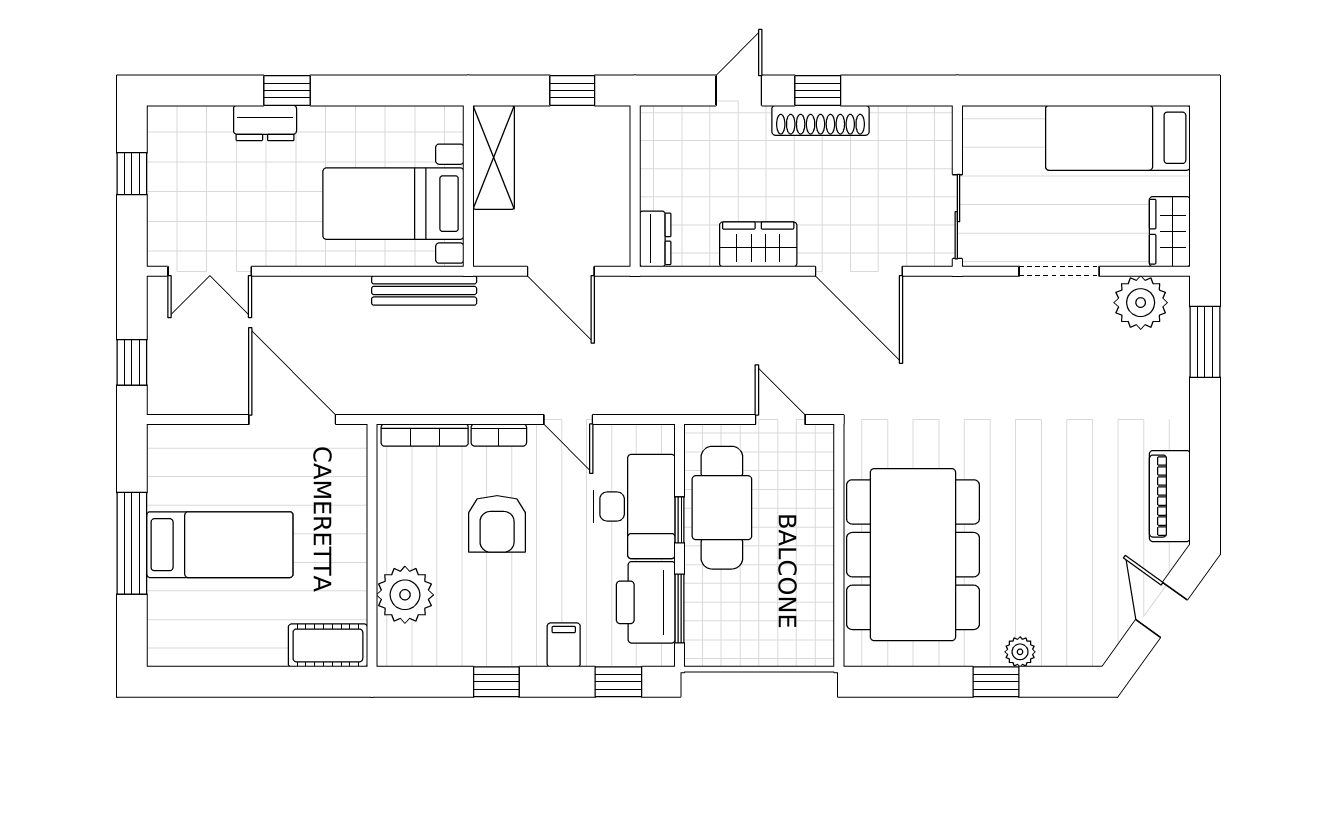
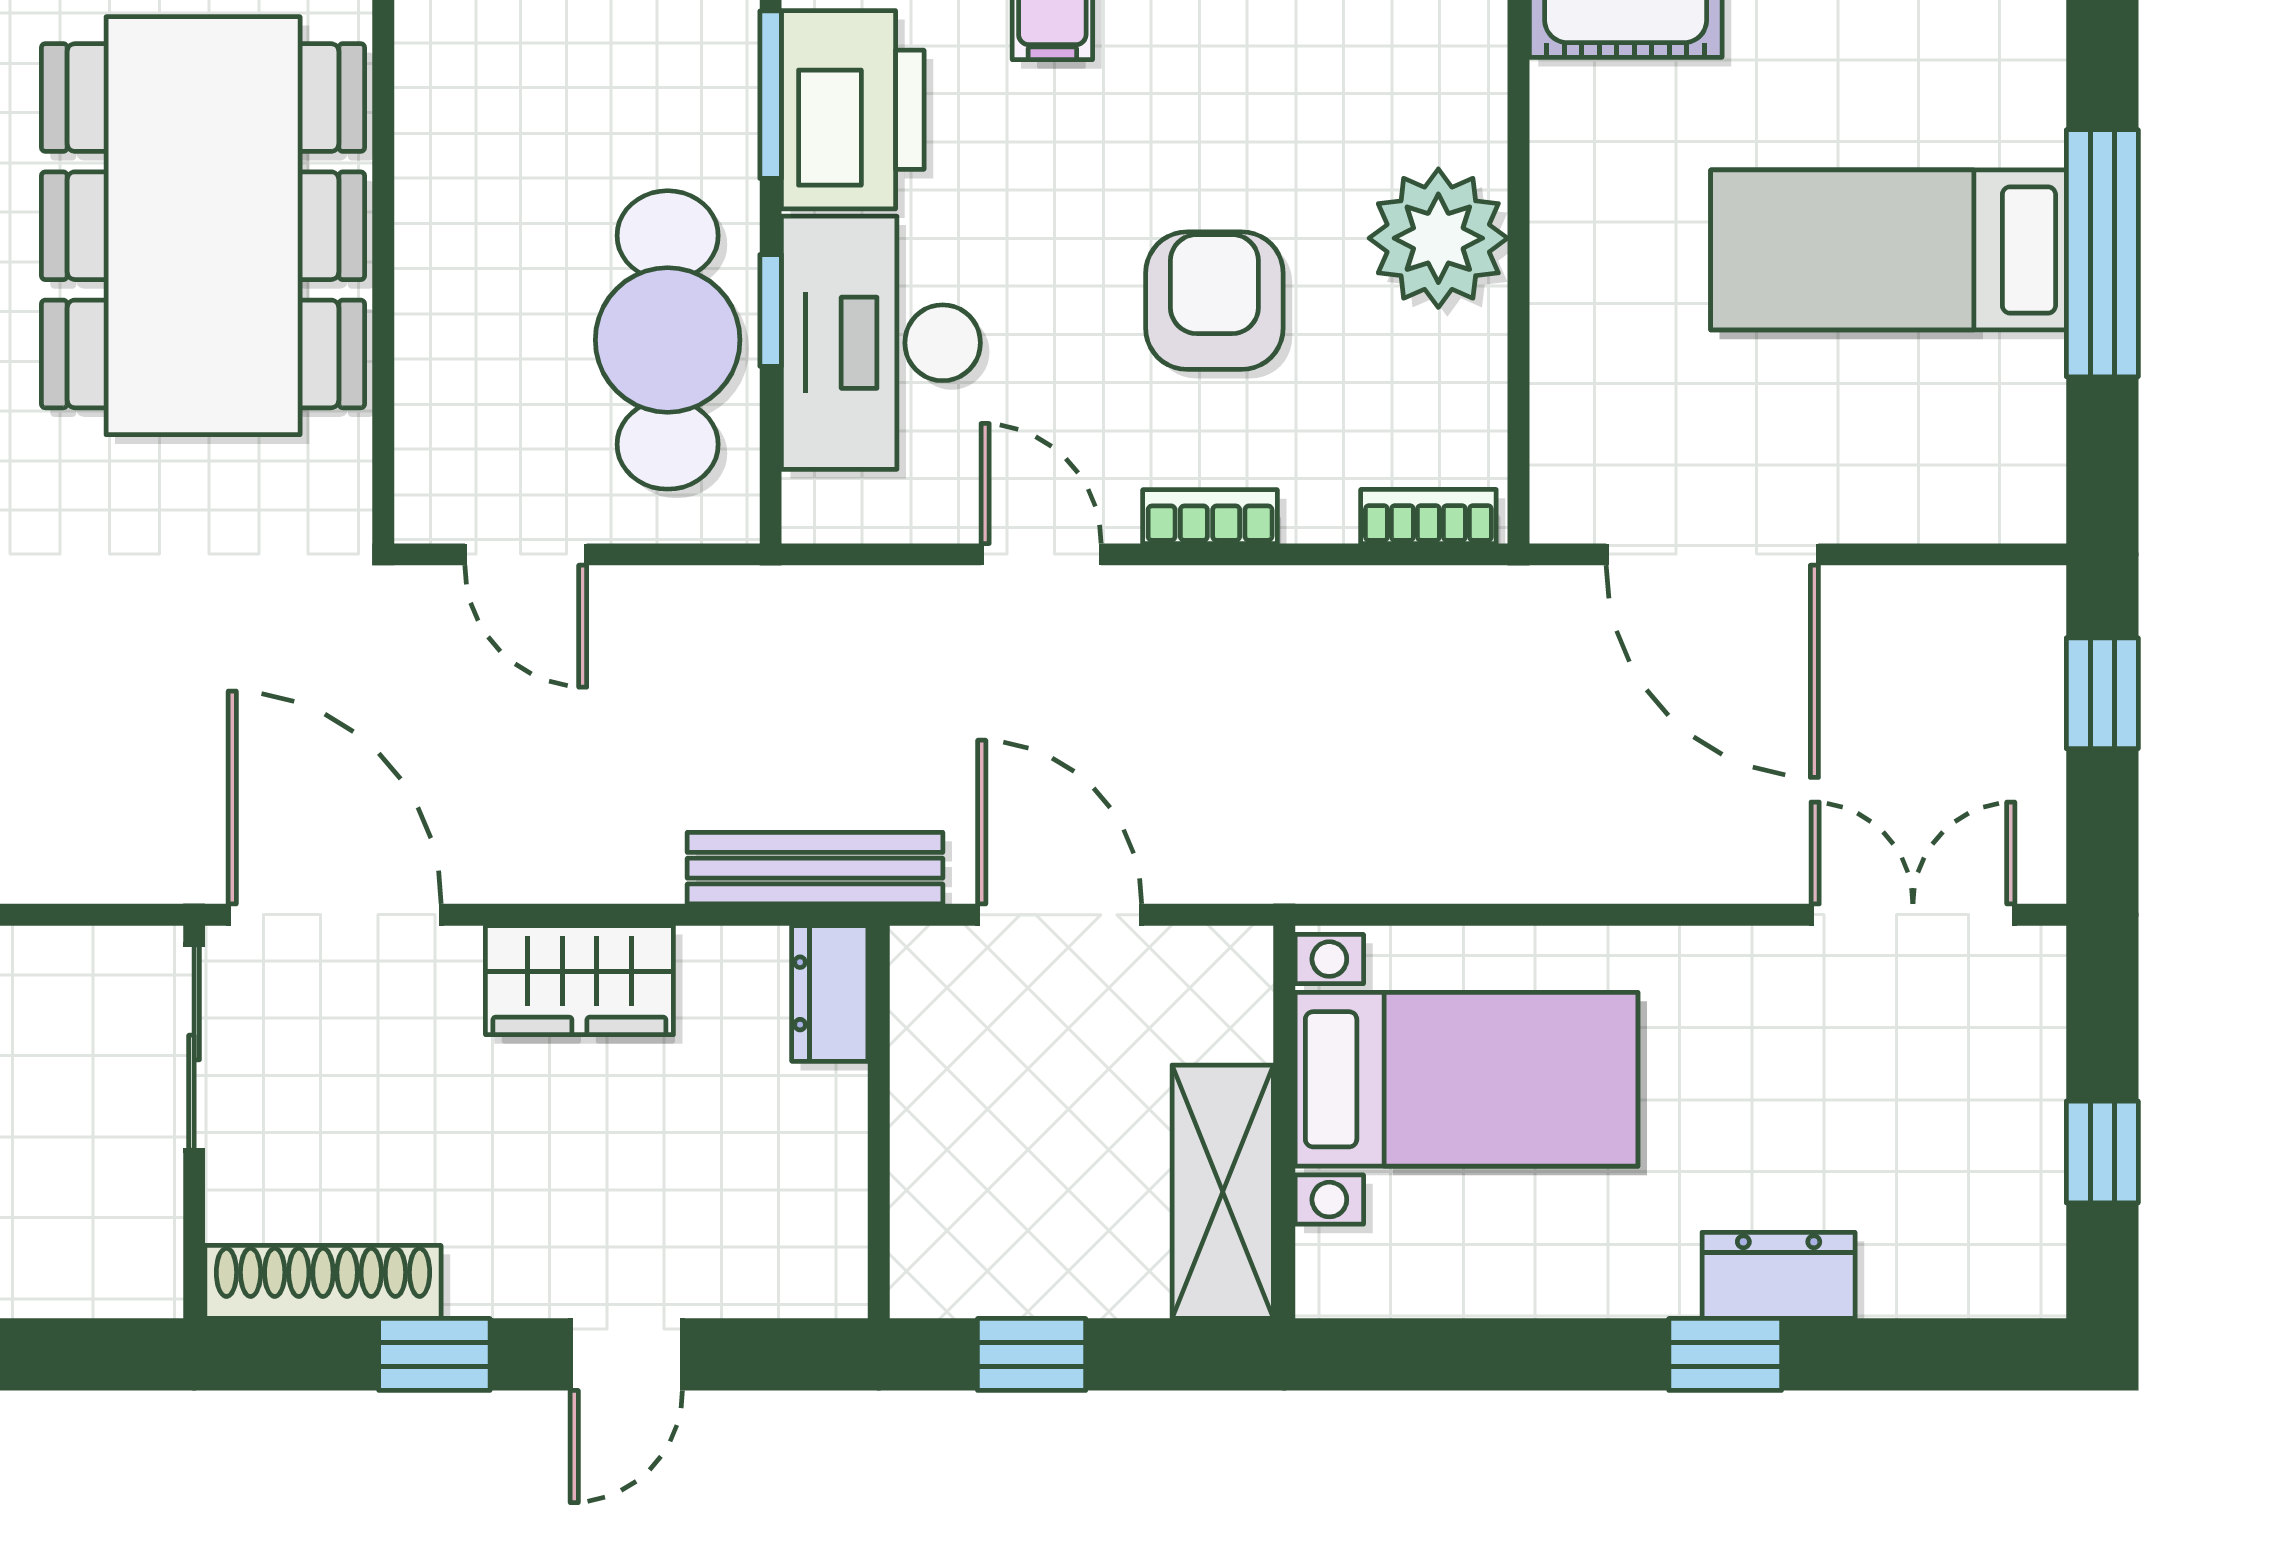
shoe rack: (820, 120) -> (323, 1282), moved
wall: (957, 186) -> (194, 1122), moved
sliding door: (957, 217) -> (194, 1048), moved
bench: (424, 290) -> (815, 868), moved
bookcase: (425, 435) -> (1428, 516), width x0.64
plant: (405, 595) -> (1438, 238), moved

